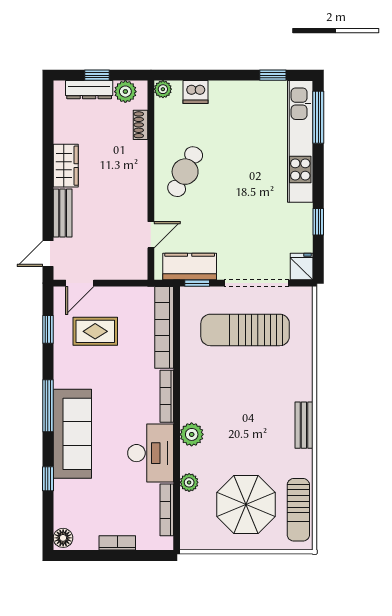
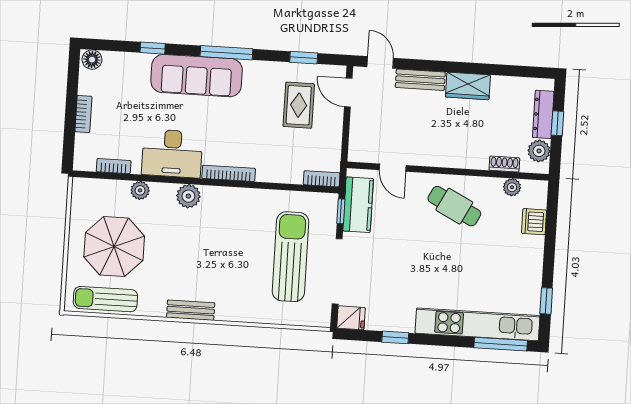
plant: (163, 89) -> (512, 187), moved
bookcase: (164, 327) -> (322, 179), width x0.43, depth x0.76
bookcase: (167, 510) -> (114, 166), width x0.64

